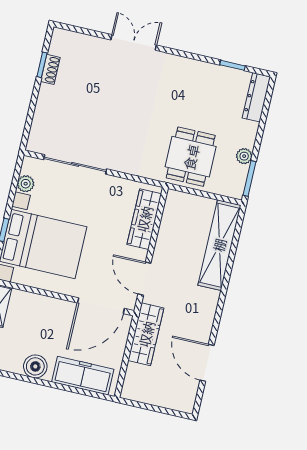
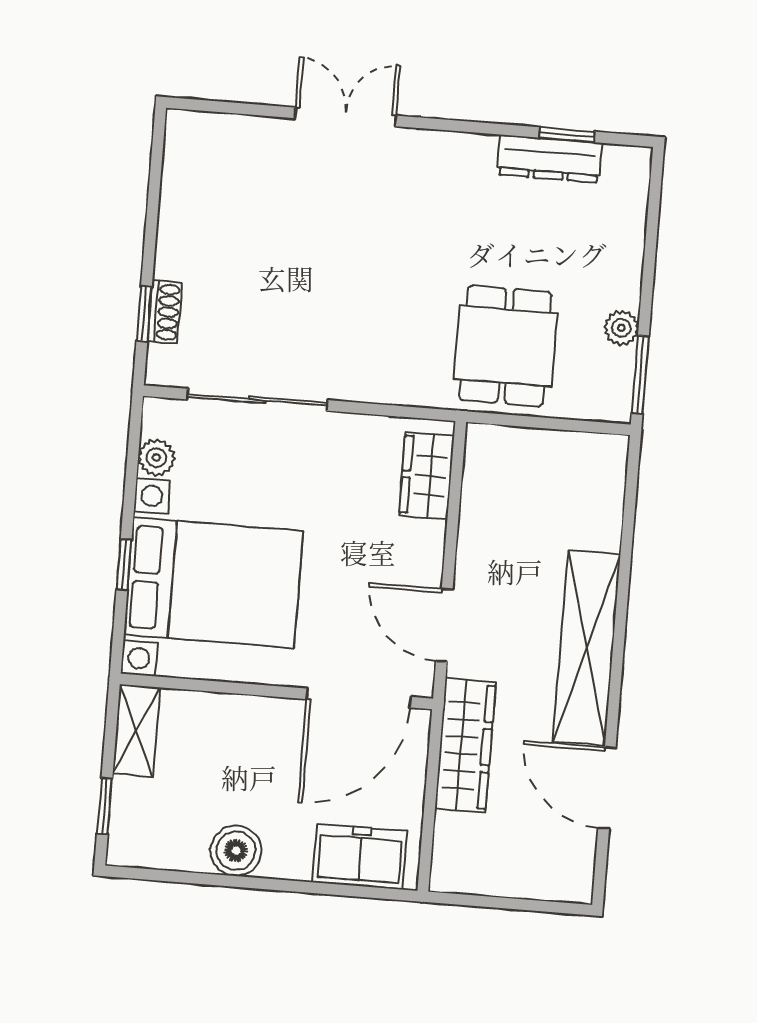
window: (42, 65) -> (144, 314), moved
shoe rack: (50, 69) -> (165, 312), moved
dresser: (256, 97) -> (549, 159), moved, turned -90
wardrobe: (144, 219) -> (427, 476), width x0.67
shelving: (219, 245) -> (587, 648), moved
freezer: (83, 376) -> (360, 857), width x0.71

